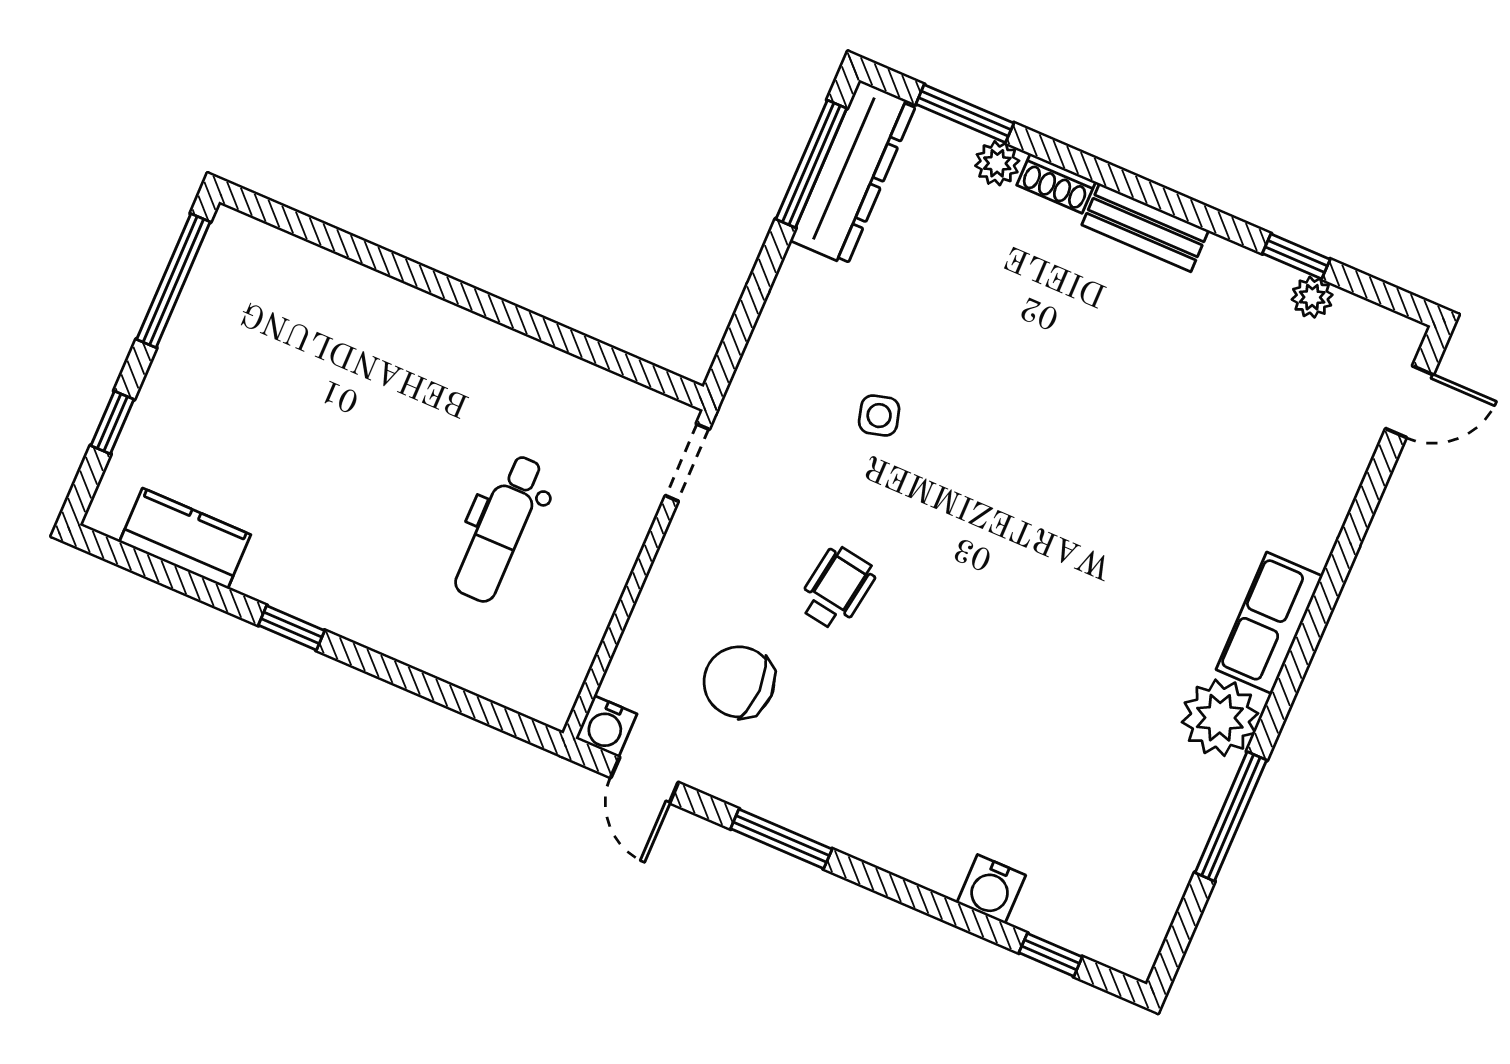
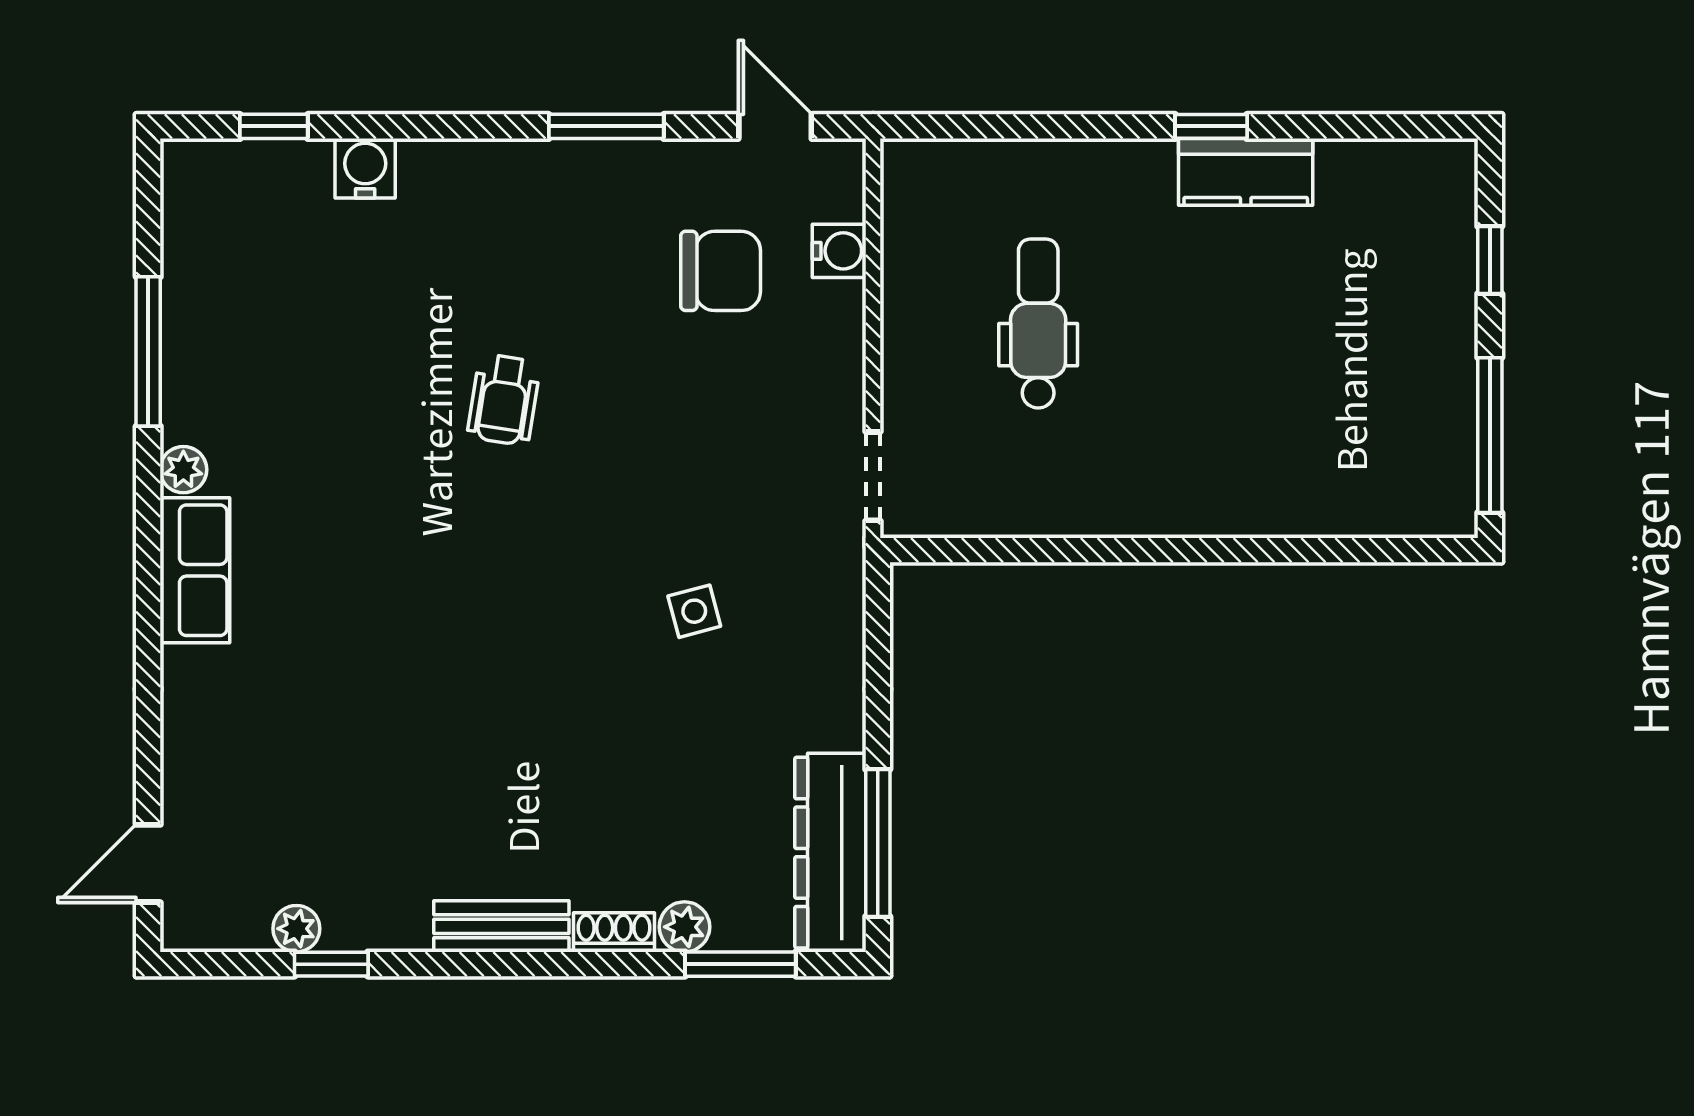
kitchen counter: (185, 538) -> (1246, 172), moved
wheelchair: (837, 588) -> (504, 400), moved
plant: (1220, 718) -> (183, 470), width x0.53, depth x0.53
water cooler: (606, 726) -> (839, 251), moved, turned 90

